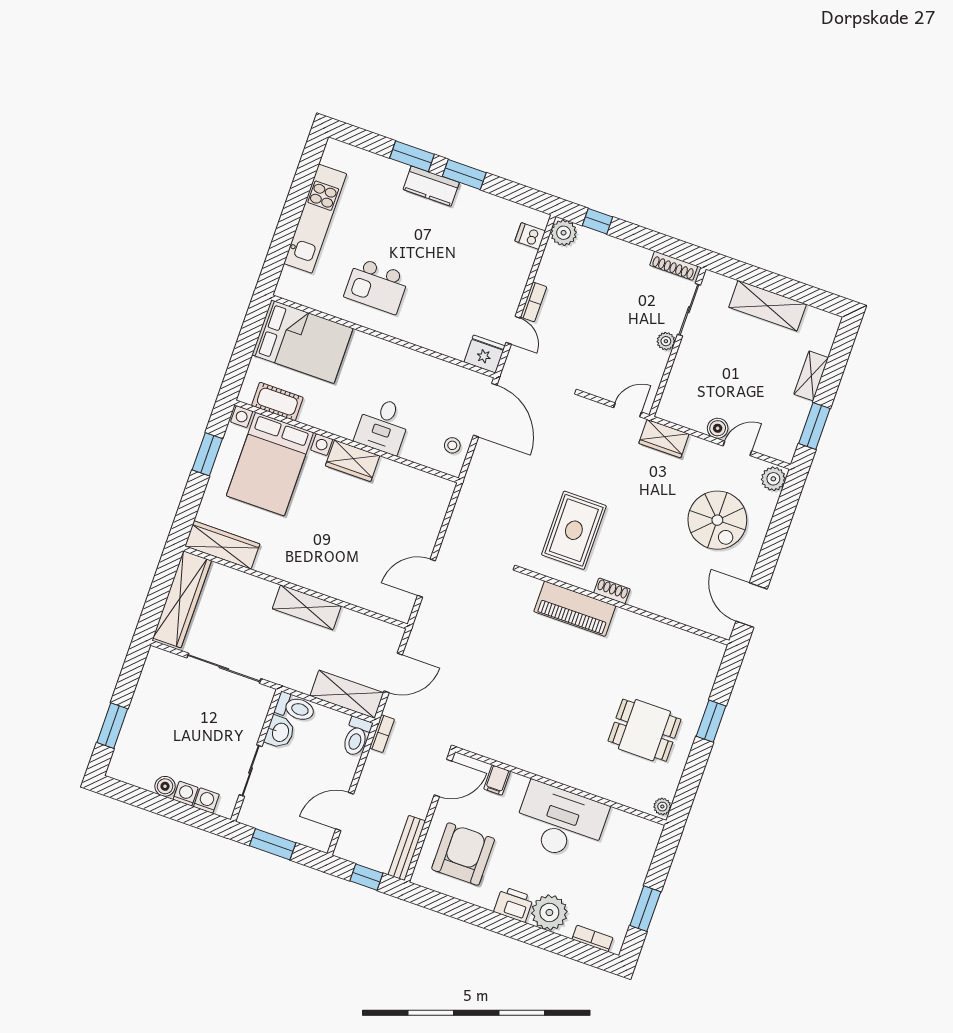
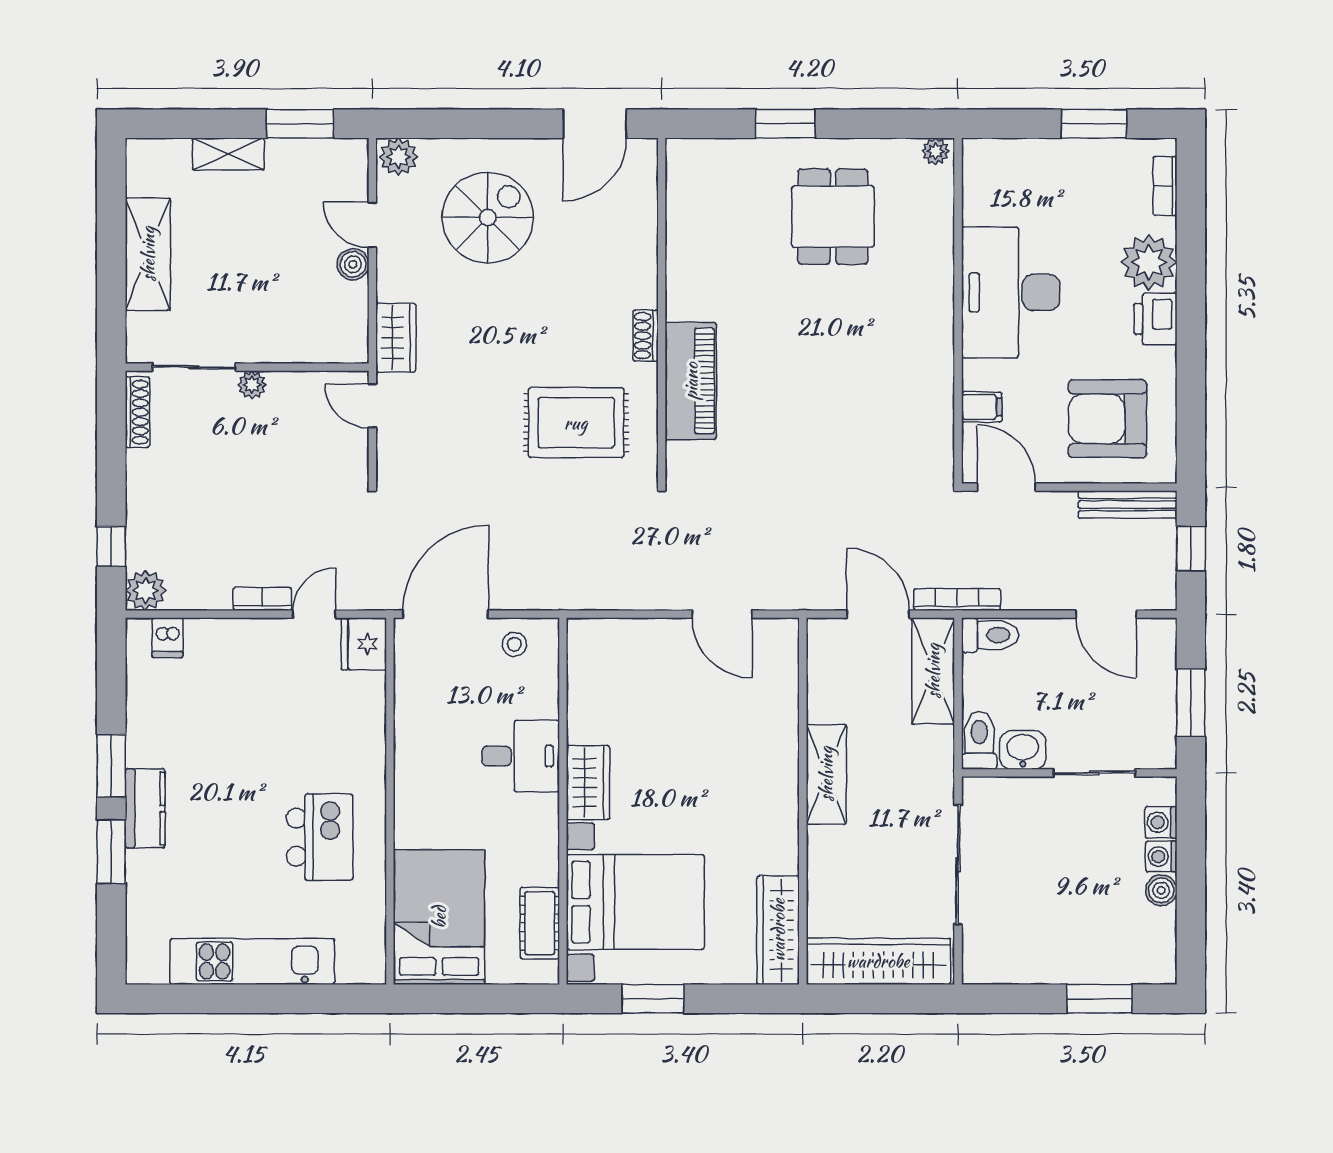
bookcase: (382, 734) -> (957, 600), width x1.56

